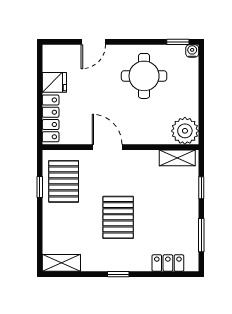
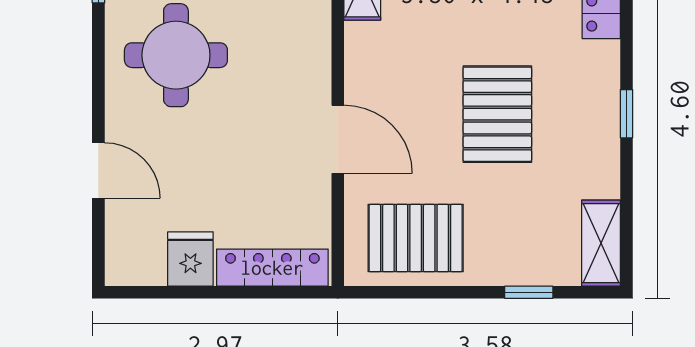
door: (107, 147) -> (338, 139), swing flipped
window: (40, 187) -> (529, 292), moved
pallet: (118, 217) -> (497, 114), turned 90

